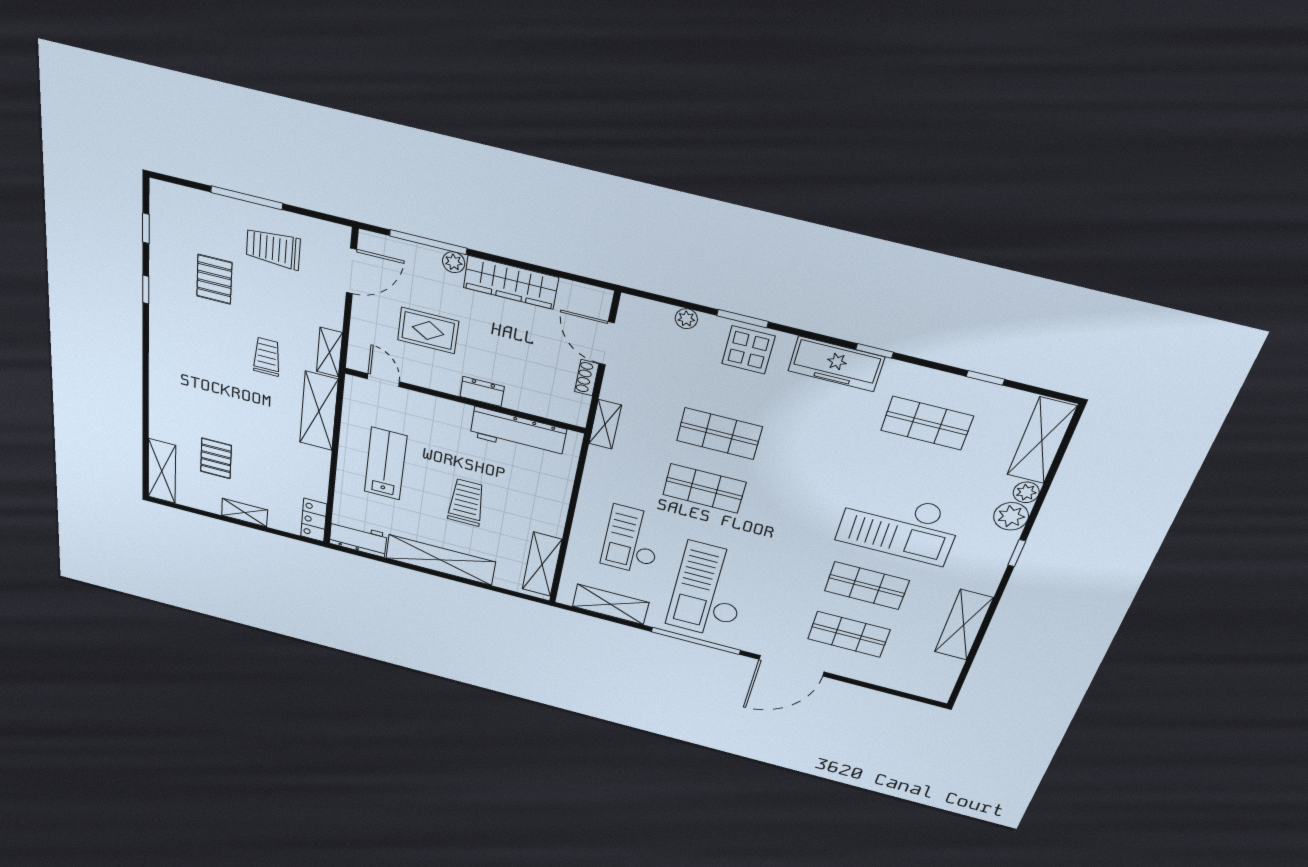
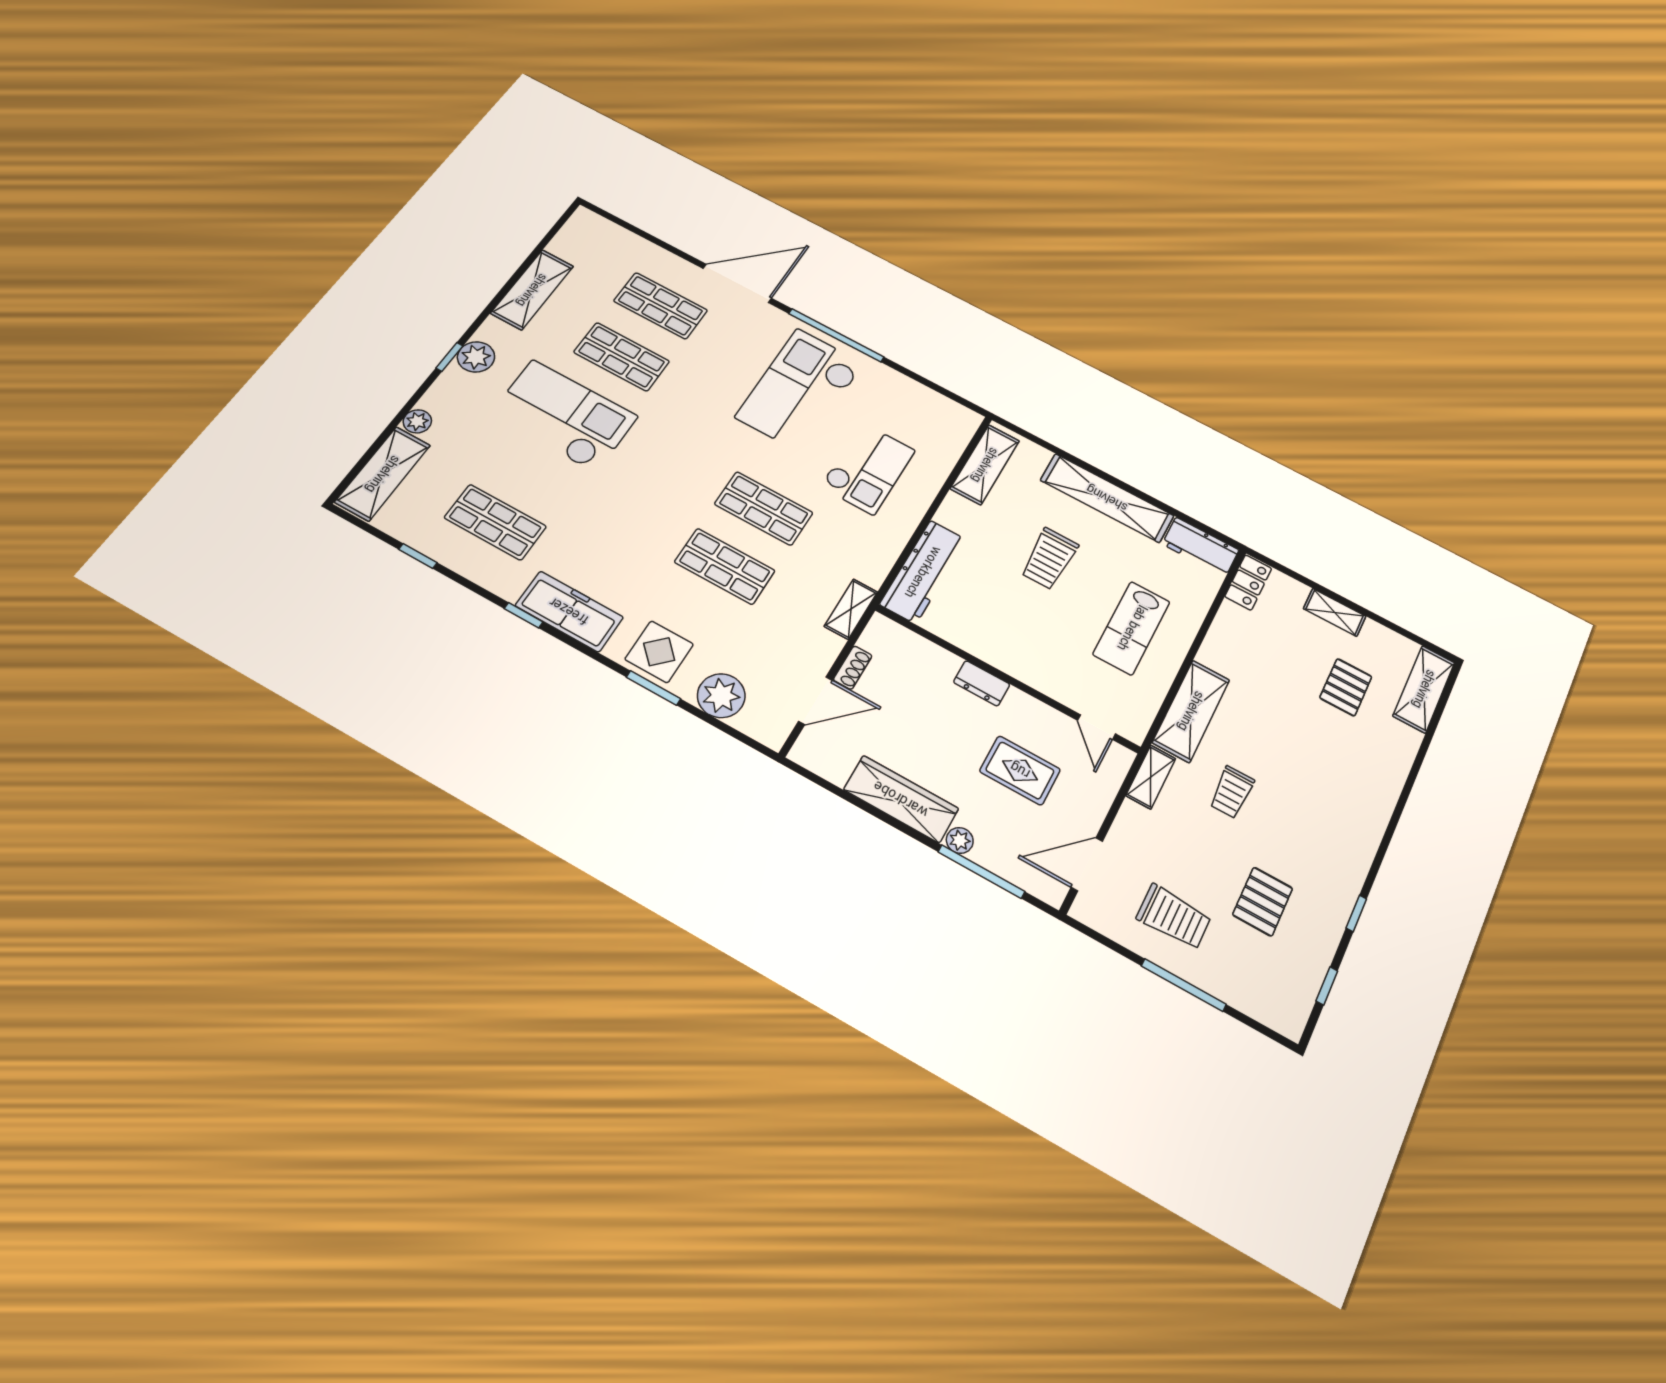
plant: (686, 319) -> (721, 696), width x1.88, depth x1.88
door: (607, 343) -> (815, 701), hinge flipped
workbench: (518, 433) -> (923, 572), moved, turned 90
plant: (1011, 516) -> (476, 357), moved
checkout: (709, 591) -> (800, 390), turned 180
shelving: (611, 604) -> (921, 399), removed

